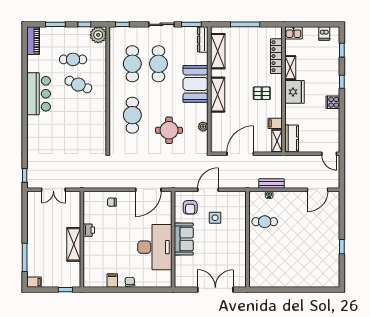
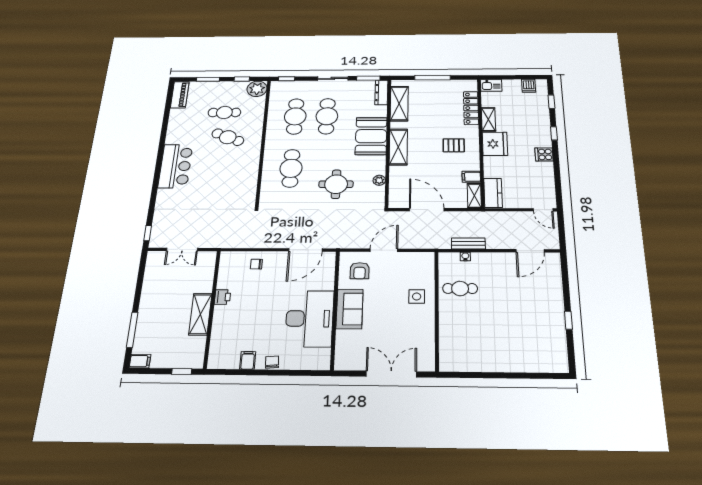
bar counter: (39, 94) -> (175, 166), moved
door: (240, 154) -> (427, 210), hinge flipped
side table: (215, 218) -> (417, 297), moved

